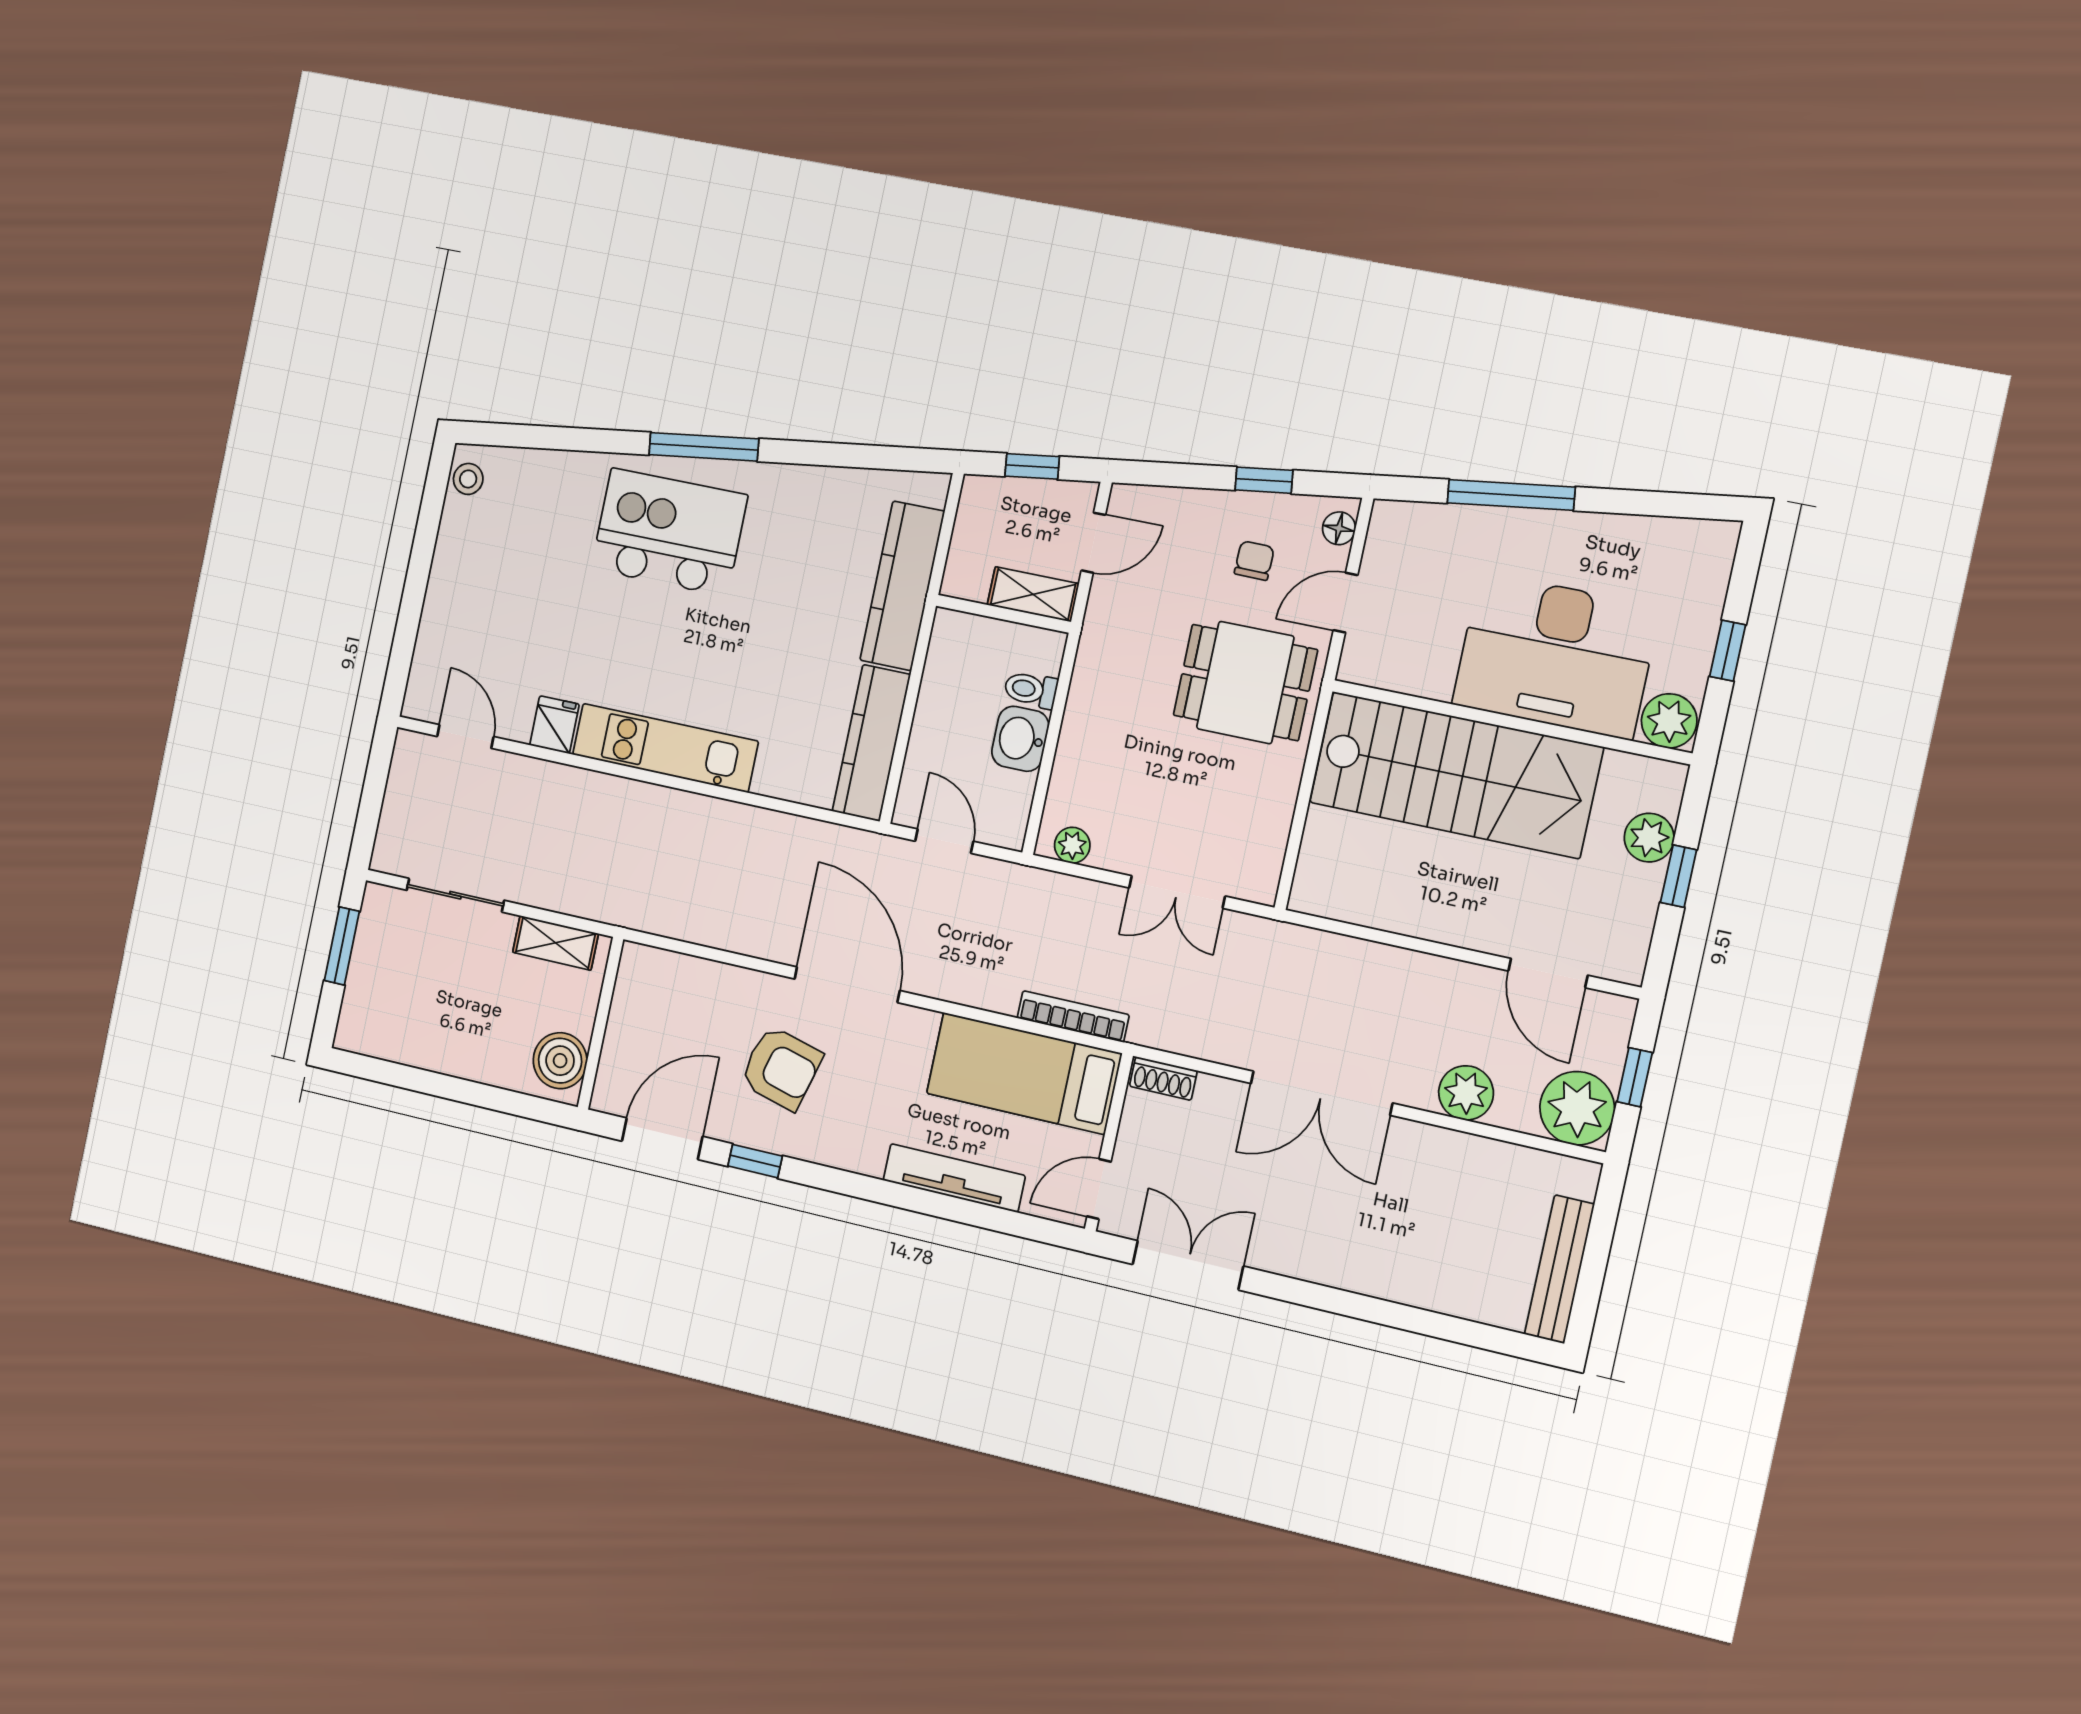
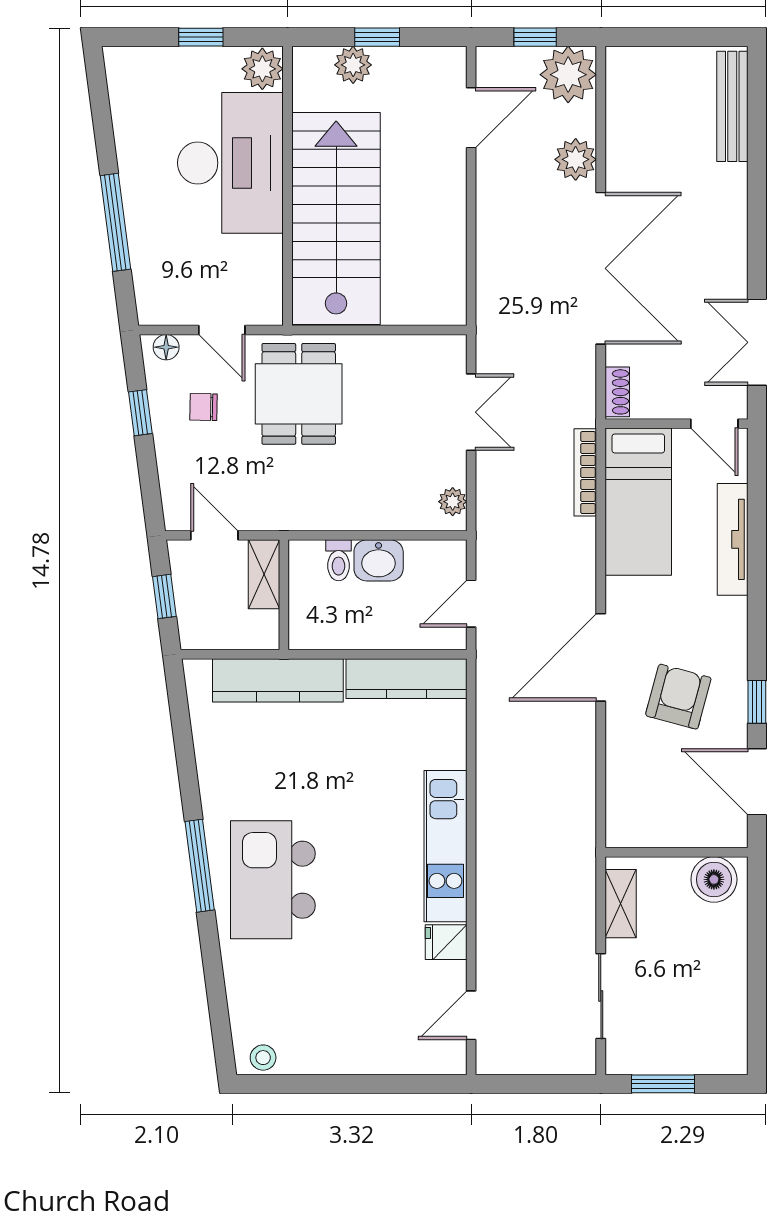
double door: (1321, 1093) -> (601, 268), width x1.36
bench: (1559, 1269) -> (732, 106), moved, turned 90

